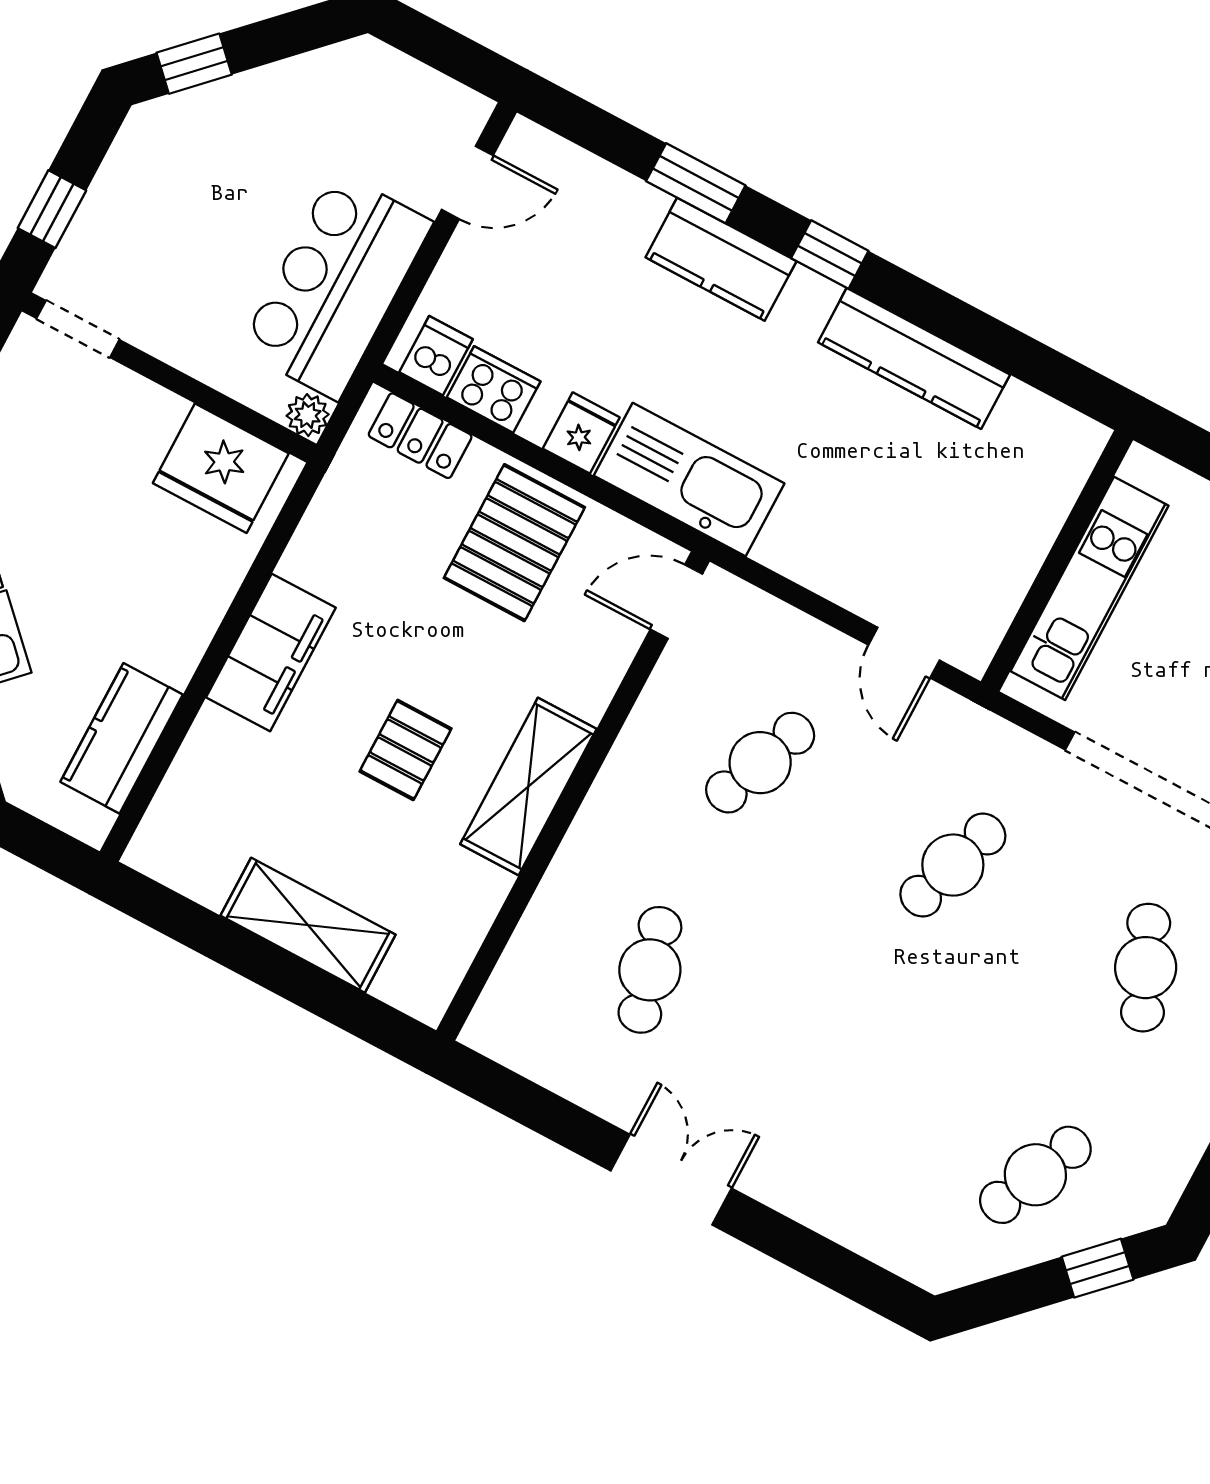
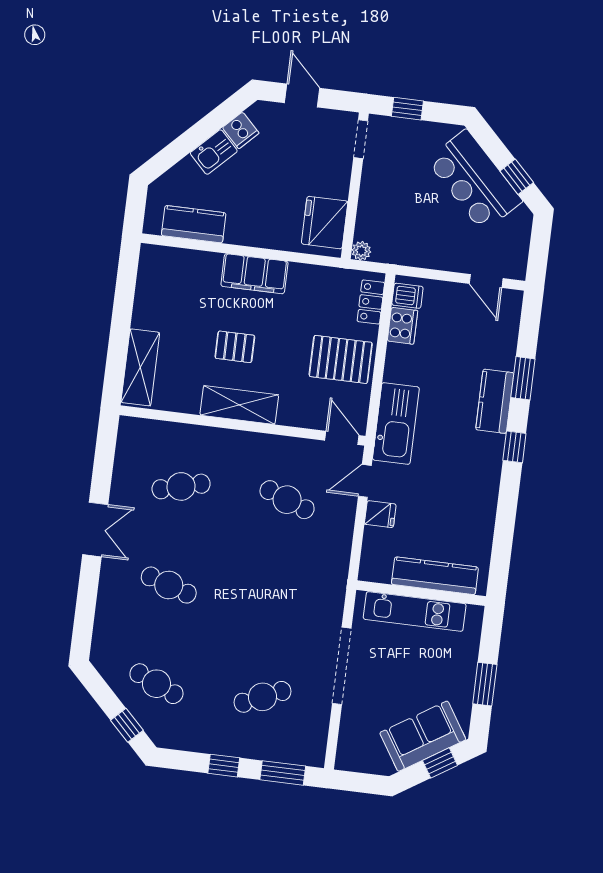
window: (194, 64) -> (517, 177), moved
bar counter: (336, 285) -> (474, 181), moved, turned -135
kitchen counter: (914, 358) -> (435, 576), moved, turned 90
fridge: (581, 433) -> (380, 514), moved
door: (904, 653) -> (365, 481), moved
cafe table: (953, 865) -> (169, 585), moved
shelving: (308, 925) -> (140, 367), moved

